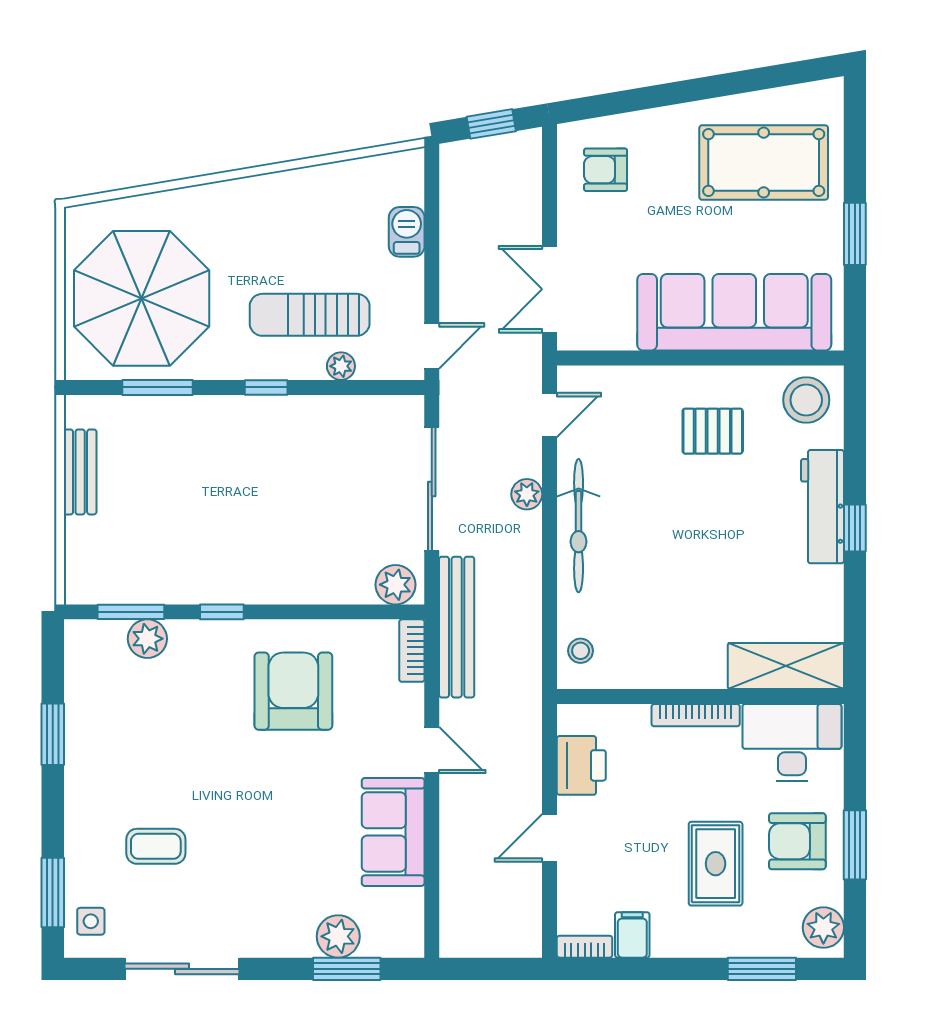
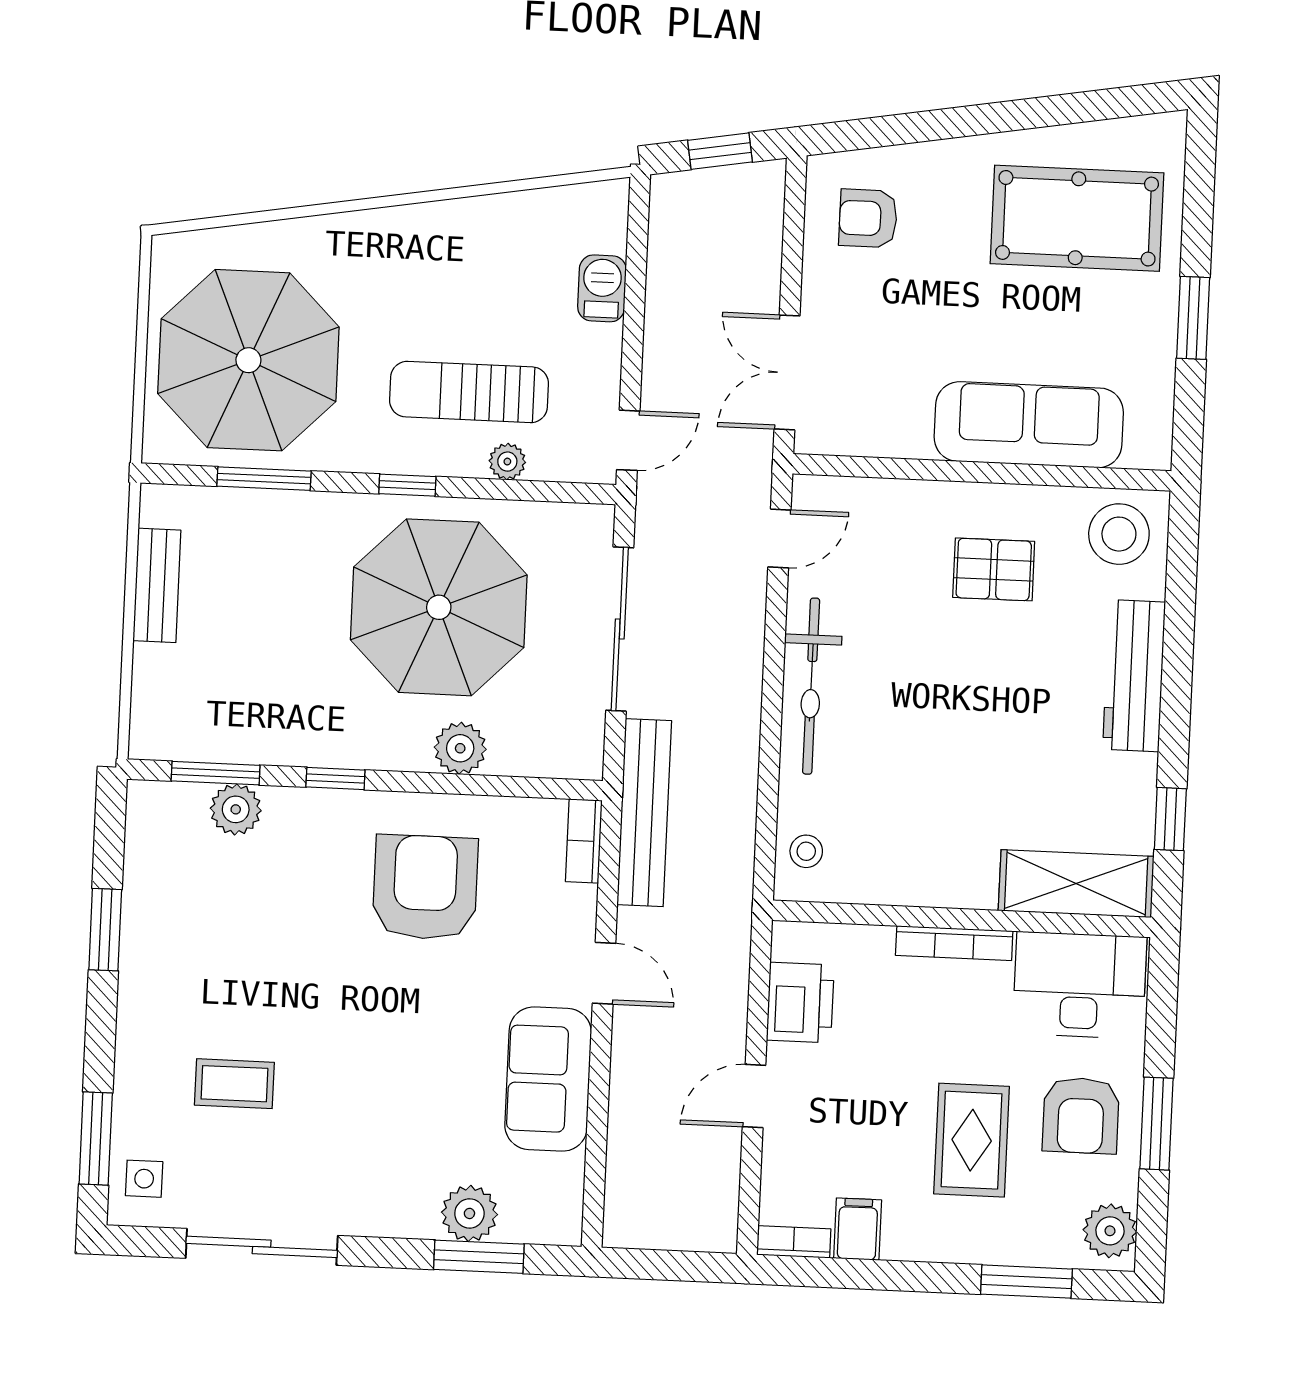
sofa: (734, 312) -> (1029, 425), width x0.74, depth x0.79
parasol: (294, 479) -> (439, 607), added
plant: (527, 494) -> (745, 642), removed
window: (855, 528) -> (1170, 819), moved
plant: (395, 585) -> (460, 748), moved
armchair: (797, 841) -> (1081, 1115), turned -90

